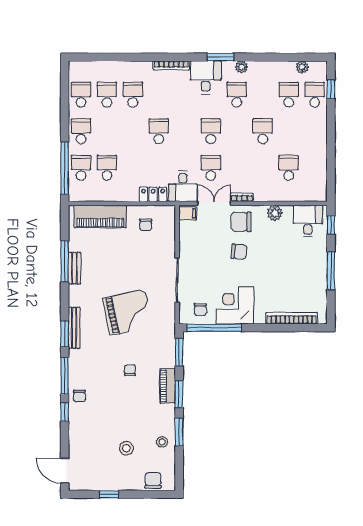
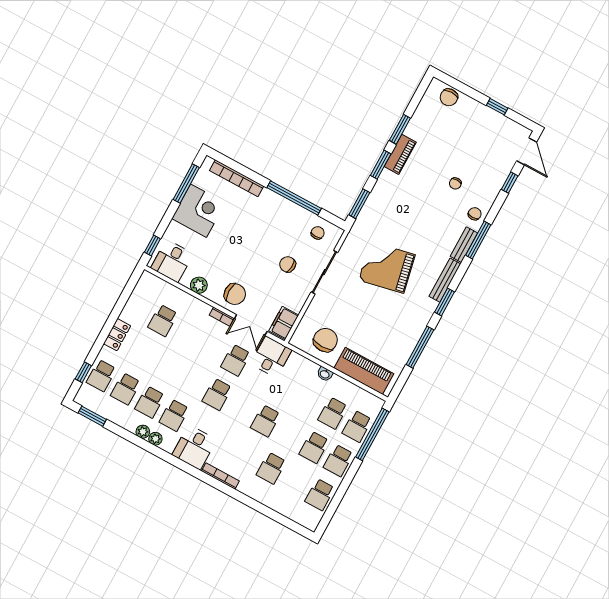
window: (220, 57) -> (92, 416), moved
plant: (302, 67) -> (143, 432), moved
school desk: (107, 95) -> (314, 447), moved
school desk: (263, 131) -> (150, 402), moved
locker: (153, 194) -> (117, 335), moved, turned -90
washbasin: (131, 196) -> (325, 374), added
filing cabinet: (188, 213) -> (284, 323), width x2.00
chair: (146, 225) -> (325, 340), width x1.87, depth x1.87
chair: (239, 252) -> (288, 264), moved
bench: (74, 268) -> (464, 245), moved
window: (331, 271) -> (186, 183), moved
corner desk: (235, 305) -> (198, 211), moved, turned -90
window: (214, 328) -> (294, 198), moved
window: (65, 334) -> (444, 302), moved
chair: (130, 370) -> (455, 183), moved
piano: (168, 386) -> (400, 154), moved
window: (65, 412) -> (510, 183), moved
stool: (162, 442) -> (421, 129), removed
stool: (126, 448) -> (457, 141), removed

